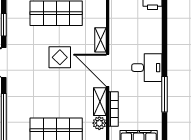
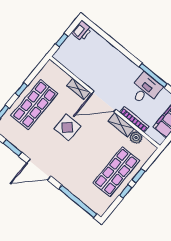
desk: (147, 68) -> (145, 89), moved

